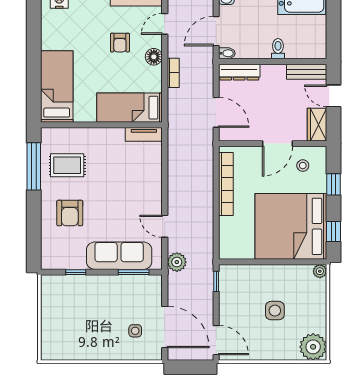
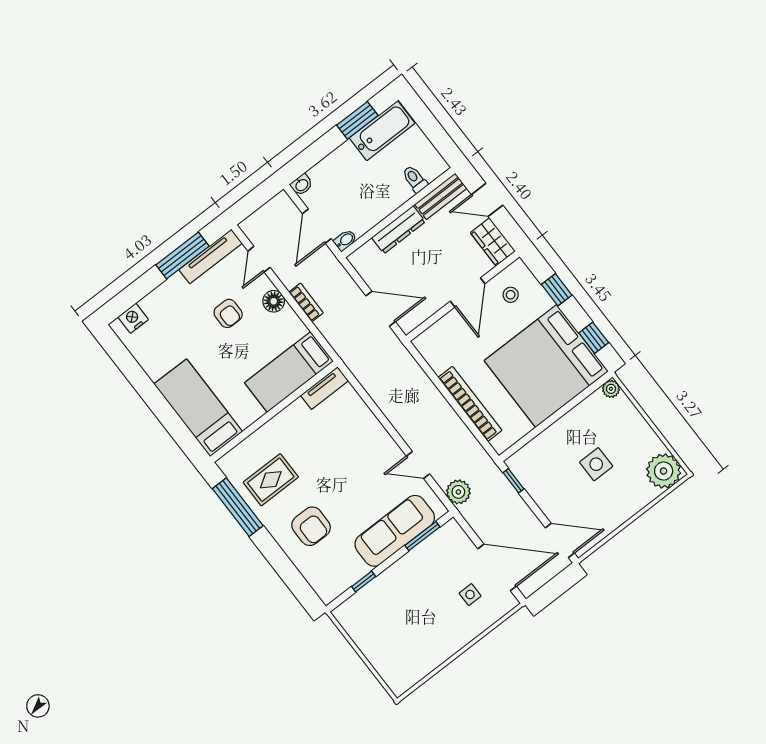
toilet: (278, 49) -> (415, 179), moved
dresser: (239, 72) -> (398, 230), moved
bookcase: (226, 184) -> (470, 404), moved

